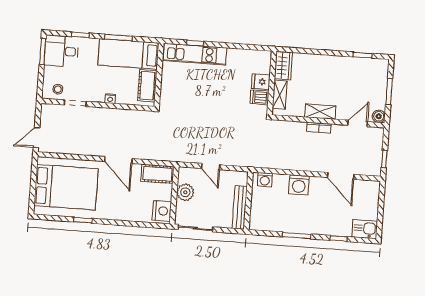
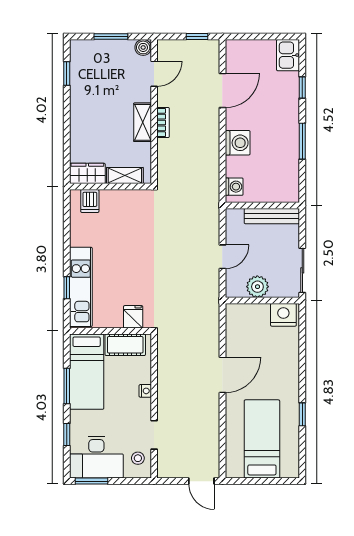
desk: (61, 51) -> (96, 457), width x1.37
fridge: (261, 82) -> (133, 317), moved, turned 180
dishwasher: (259, 97) -> (90, 201), moved
door: (358, 123) -> (154, 74), swing flipped
cot: (157, 174) -> (236, 324), removed
bed: (66, 187) -> (262, 439), width x0.67

